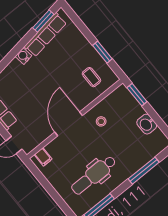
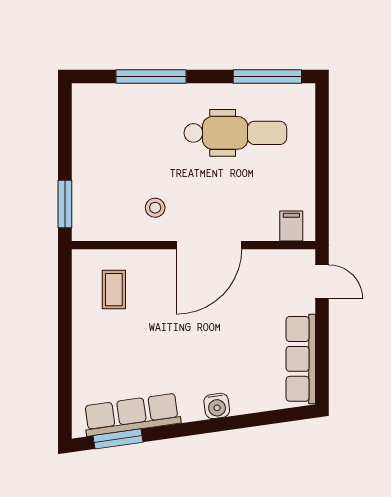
window: (102, 52) -> (65, 315), removed
water cooler: (23, 56) -> (217, 406), moved
washbasin: (147, 124) -> (87, 146), removed

